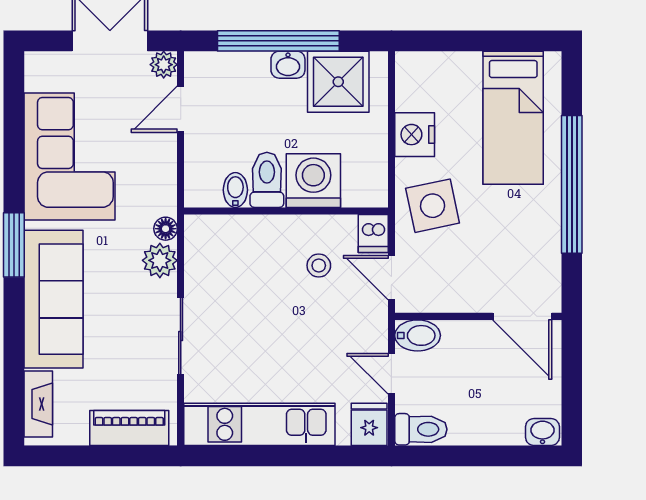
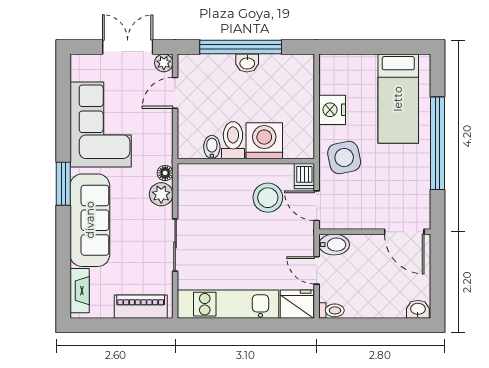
shower: (338, 82) -> (281, 74), removed
stool: (319, 265) -> (268, 198), width x1.89, depth x1.89
fridge: (369, 424) -> (297, 304), width x1.38
toilet: (421, 429) -> (331, 310), width x0.73, depth x0.72

